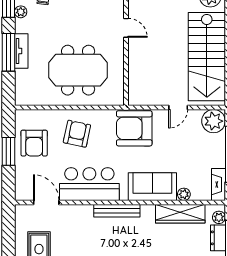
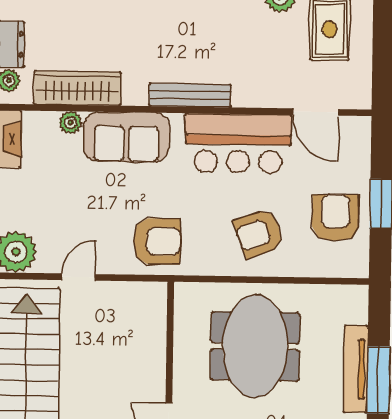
tv unit: (21, 51) -> (356, 369), width x1.41
meeting table: (78, 70) -> (255, 346), turned 90
armchair: (134, 128) -> (157, 241), width x0.73, depth x0.73
armchair: (77, 134) -> (259, 233), turned 57

